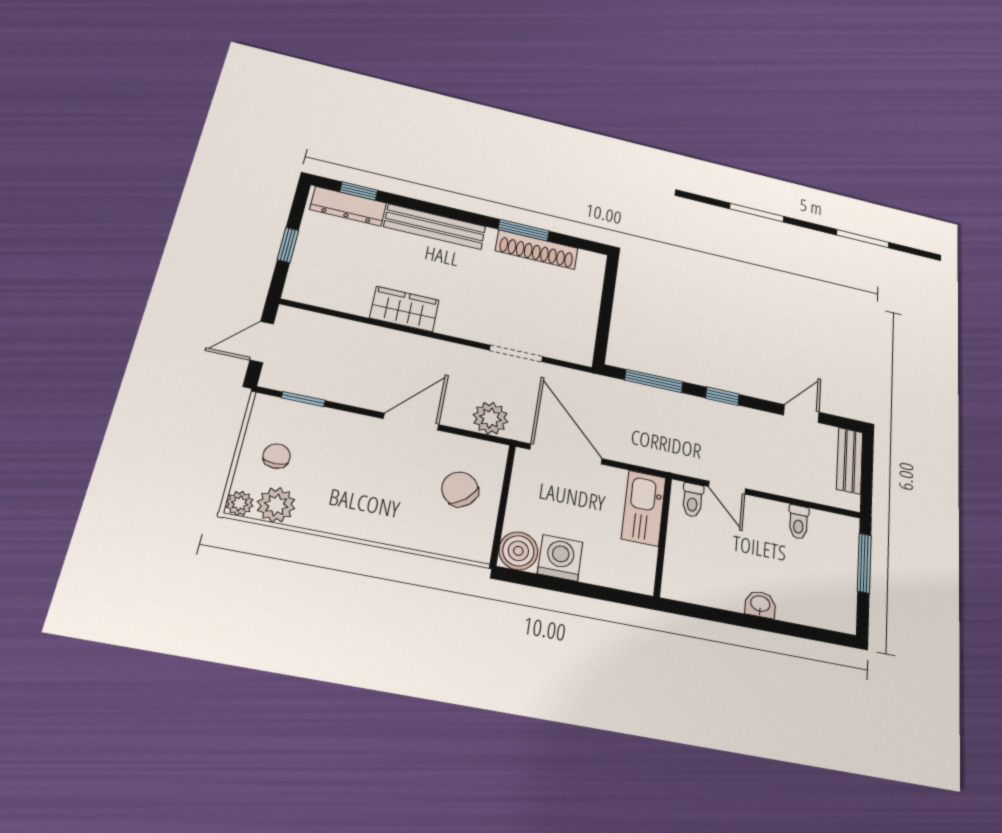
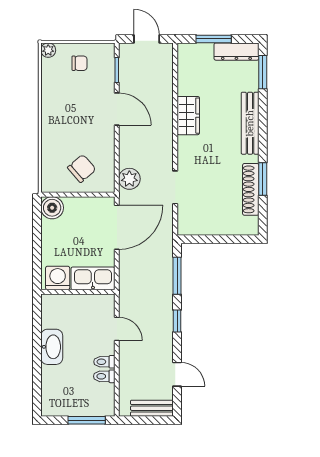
window: (359, 191) -> (263, 72), width x1.50
dresser: (348, 206) -> (236, 52), moved, turned -90
window: (288, 245) -> (214, 39), width x1.50
door: (411, 422) -> (117, 109), moved
door: (727, 488) -> (117, 329), swing flipped
toilet: (693, 500) -> (104, 362), moved
plant: (276, 505) -> (51, 69), removed
washing machine: (560, 558) -> (58, 278), moved, turned -90
washbasin: (760, 604) -> (52, 347), width x1.91, depth x1.45

